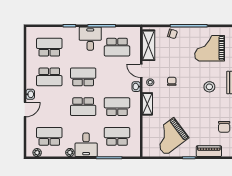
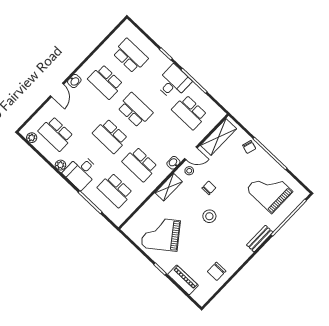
door: (141, 71) -> (191, 153), swing flipped
stool: (209, 87) -> (209, 216), moved
school desk: (117, 107) -> (140, 164), turned 180
door: (25, 110) -> (57, 90), hinge flipped
school desk: (49, 136) -> (56, 134), turned 180
school desk: (117, 136) -> (115, 190), turned 180

